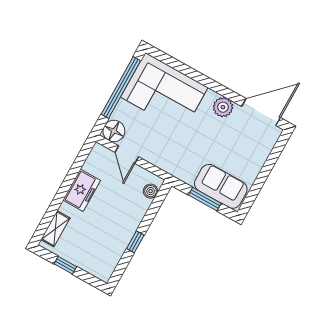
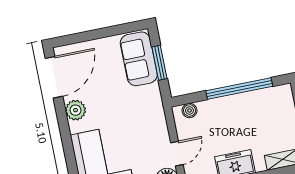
door: (261, 112) -> (54, 77), swing flipped
window: (135, 242) -> (239, 88), width x3.17

